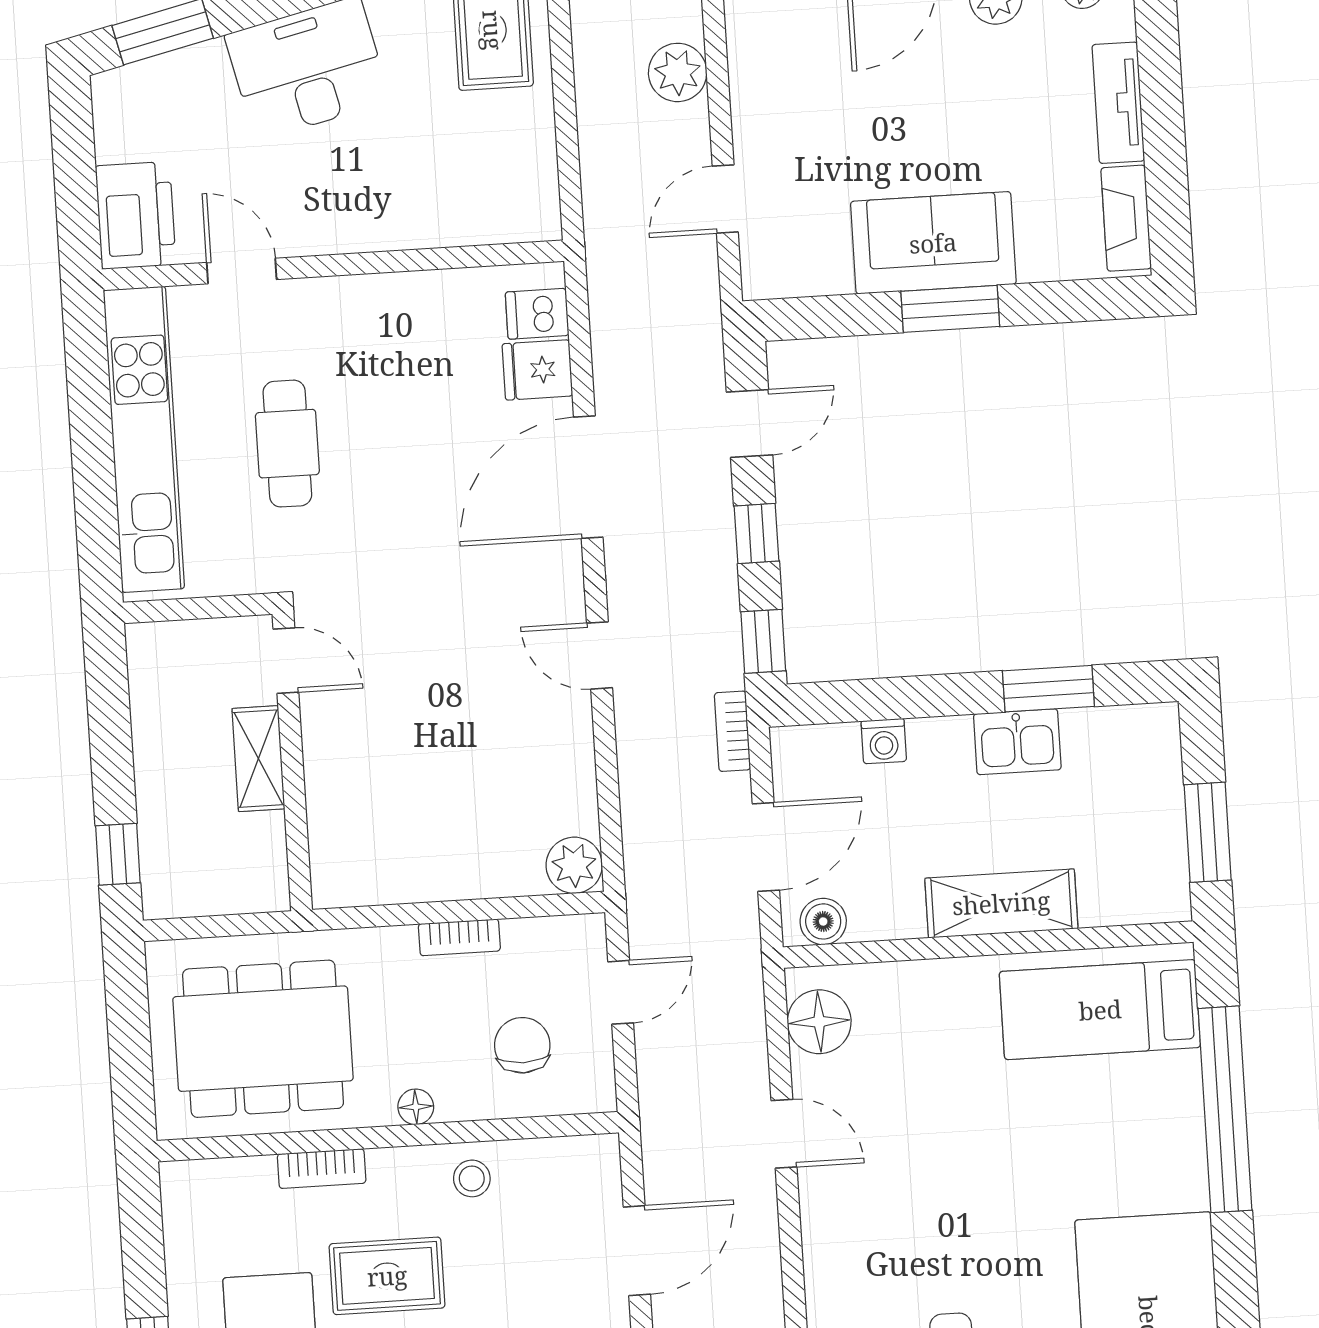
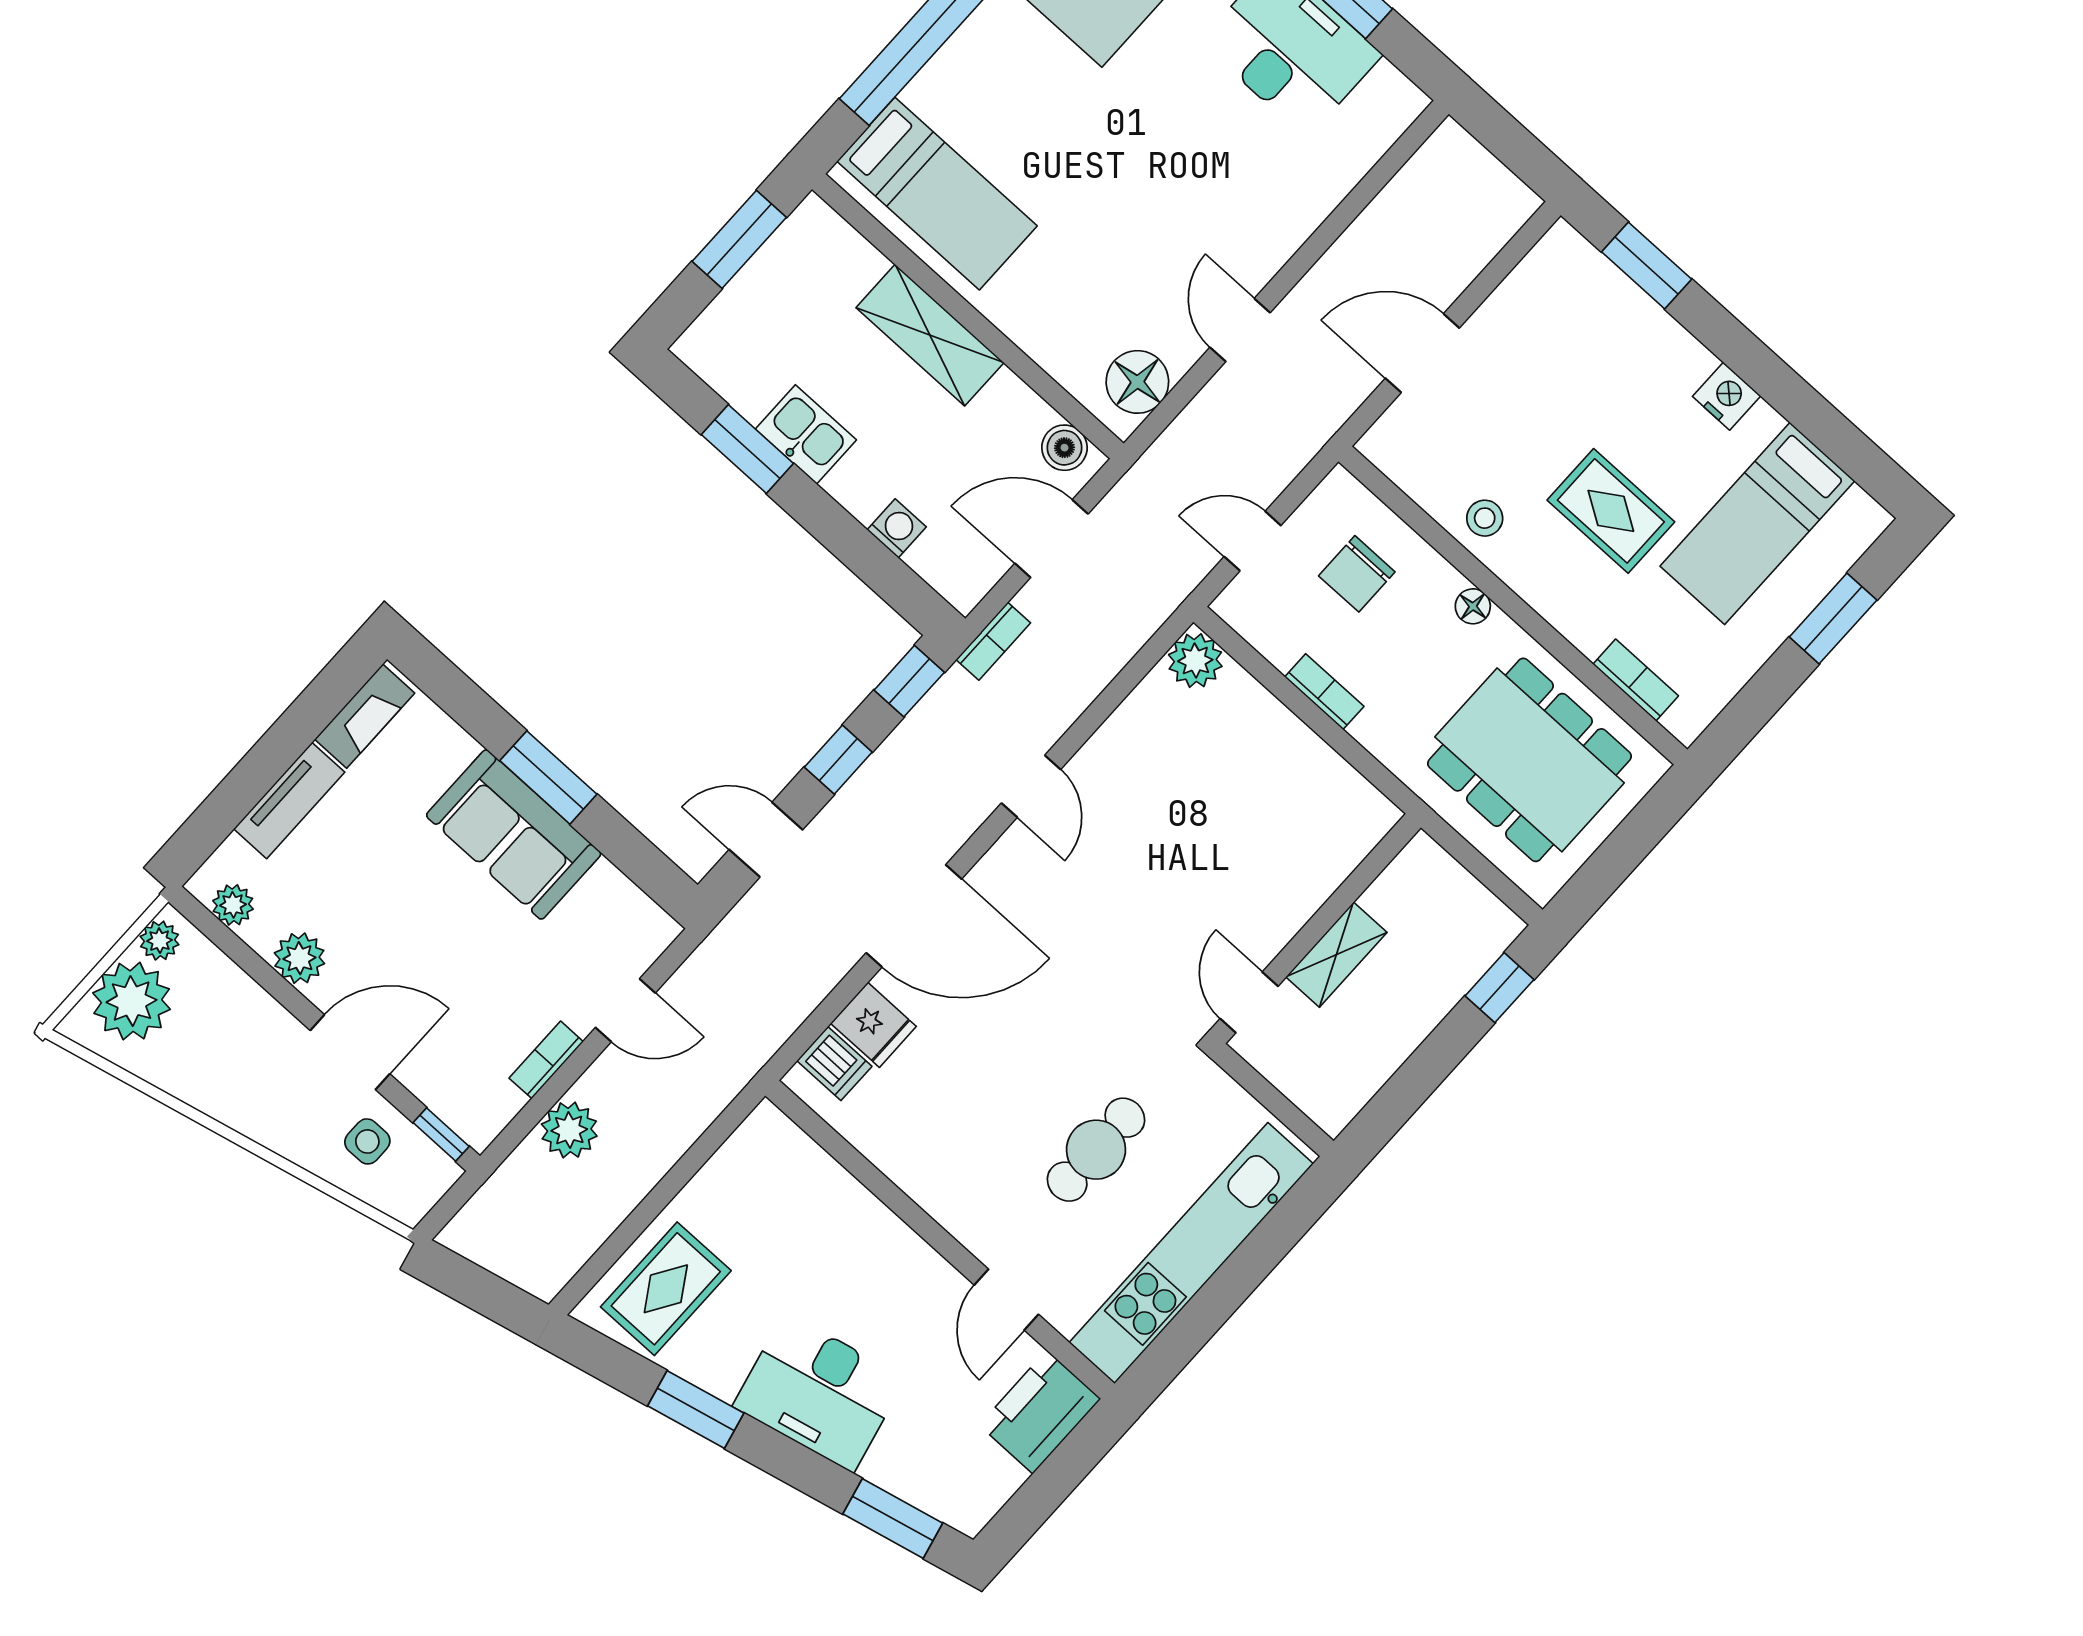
bookcase: (745, 106) -> (546, 1060), added
bookcase: (322, 1169) -> (1636, 680), moved

